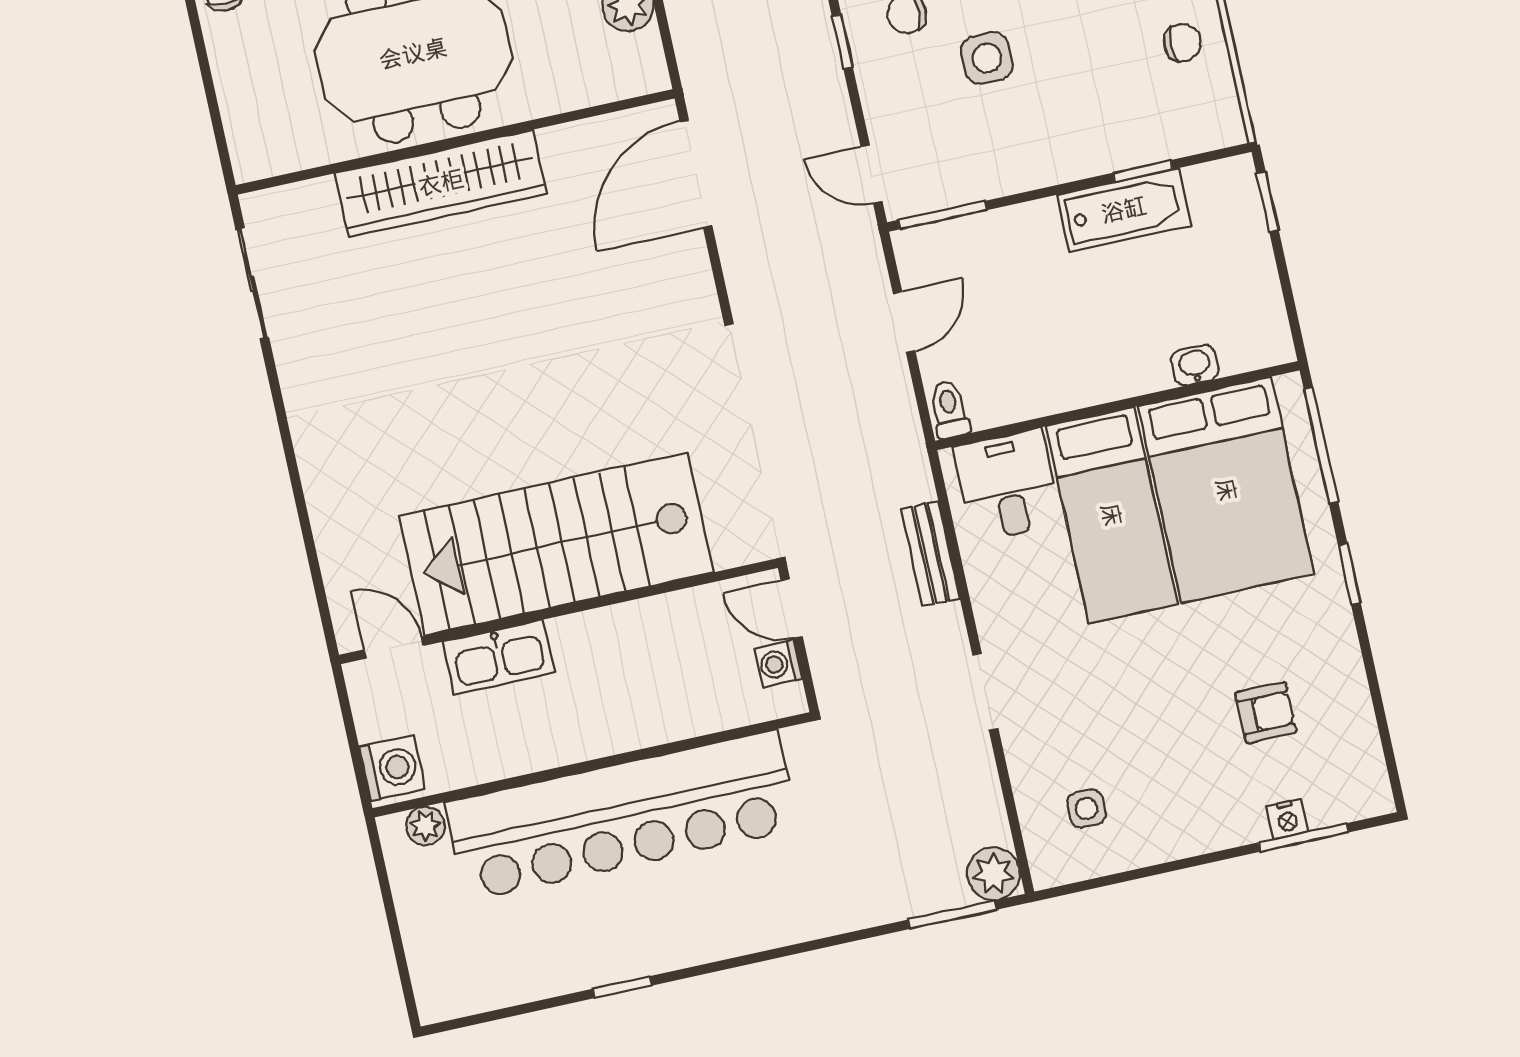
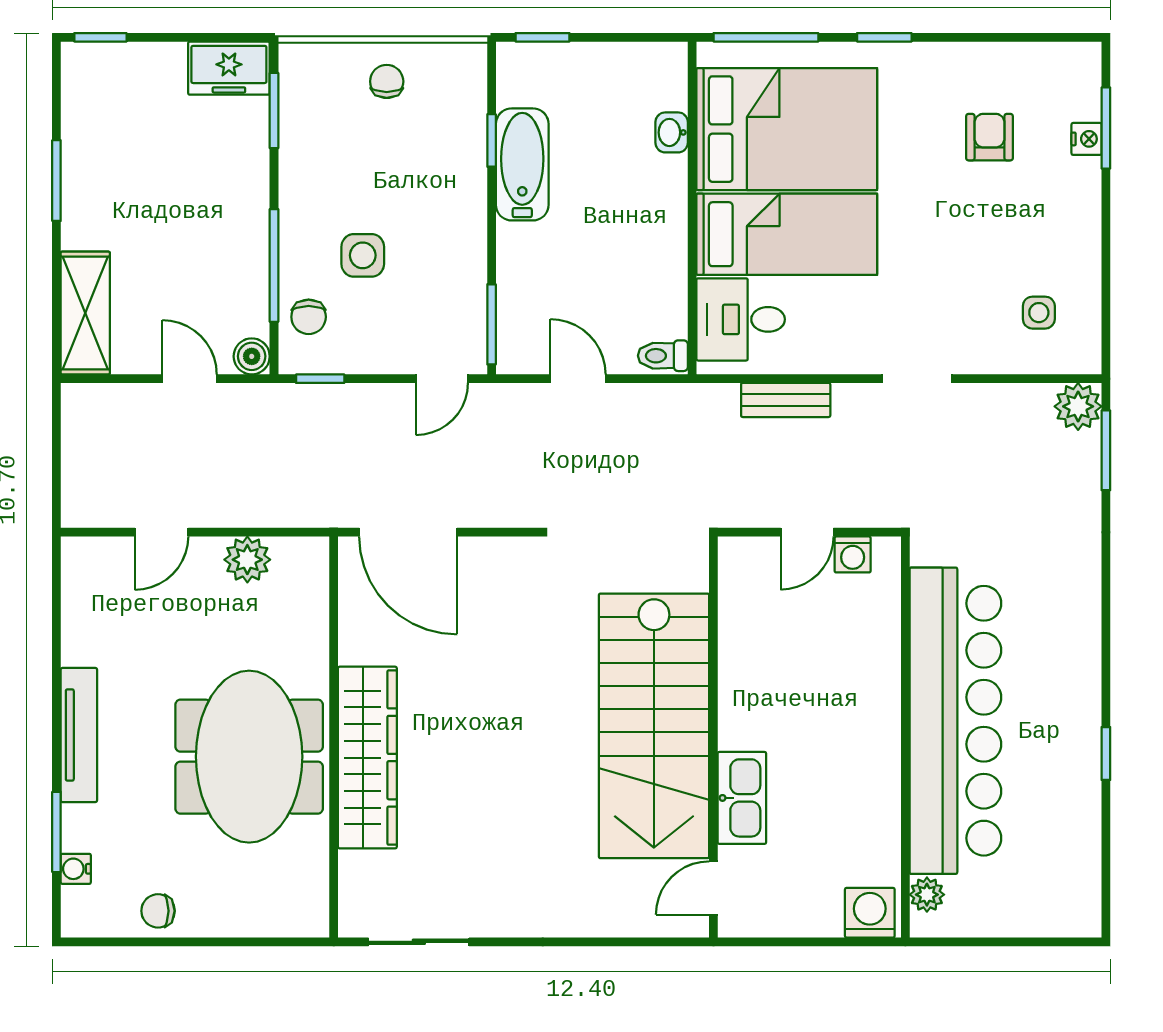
stairs: (556, 544) -> (654, 726), moved
wall: (558, 611) -> (713, 737), moved
door: (394, 648) -> (713, 888), moved
kitchen sink: (499, 657) -> (742, 798), moved

